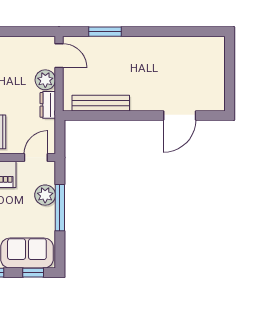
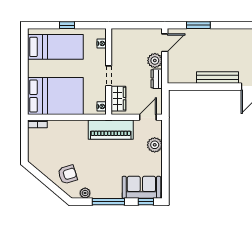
door: (59, 56) -> (165, 43), hinge flipped
bench: (101, 103) -> (218, 77), moved
window: (60, 208) -> (165, 154), removed

